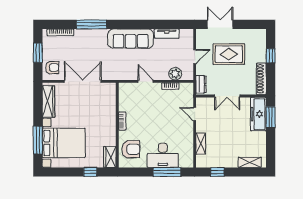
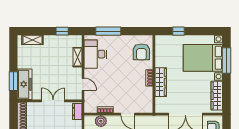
armchair: (131, 149) -> (141, 52), turned -90
desk: (163, 155) -> (95, 54), moved, turned -90
wardrobe: (110, 157) -> (161, 82), moved, width x1.50

